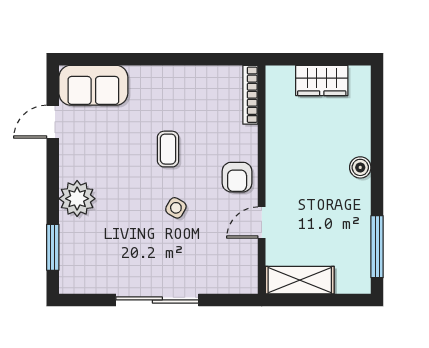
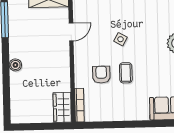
wardrobe: (322, 80) -> (62, 107), moved, turned -90
armchair: (237, 177) -> (101, 75), moved

